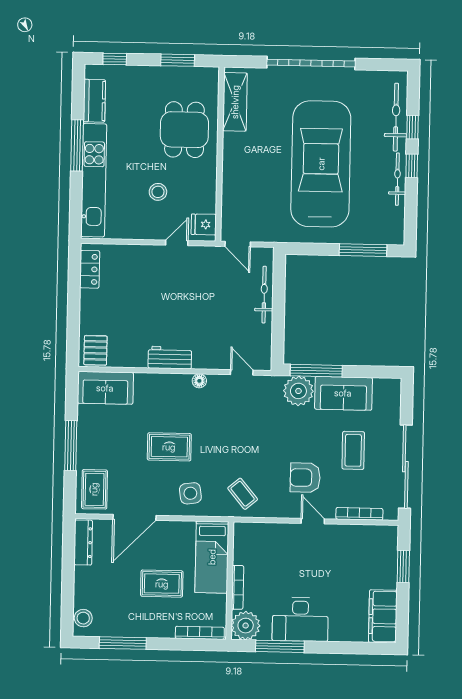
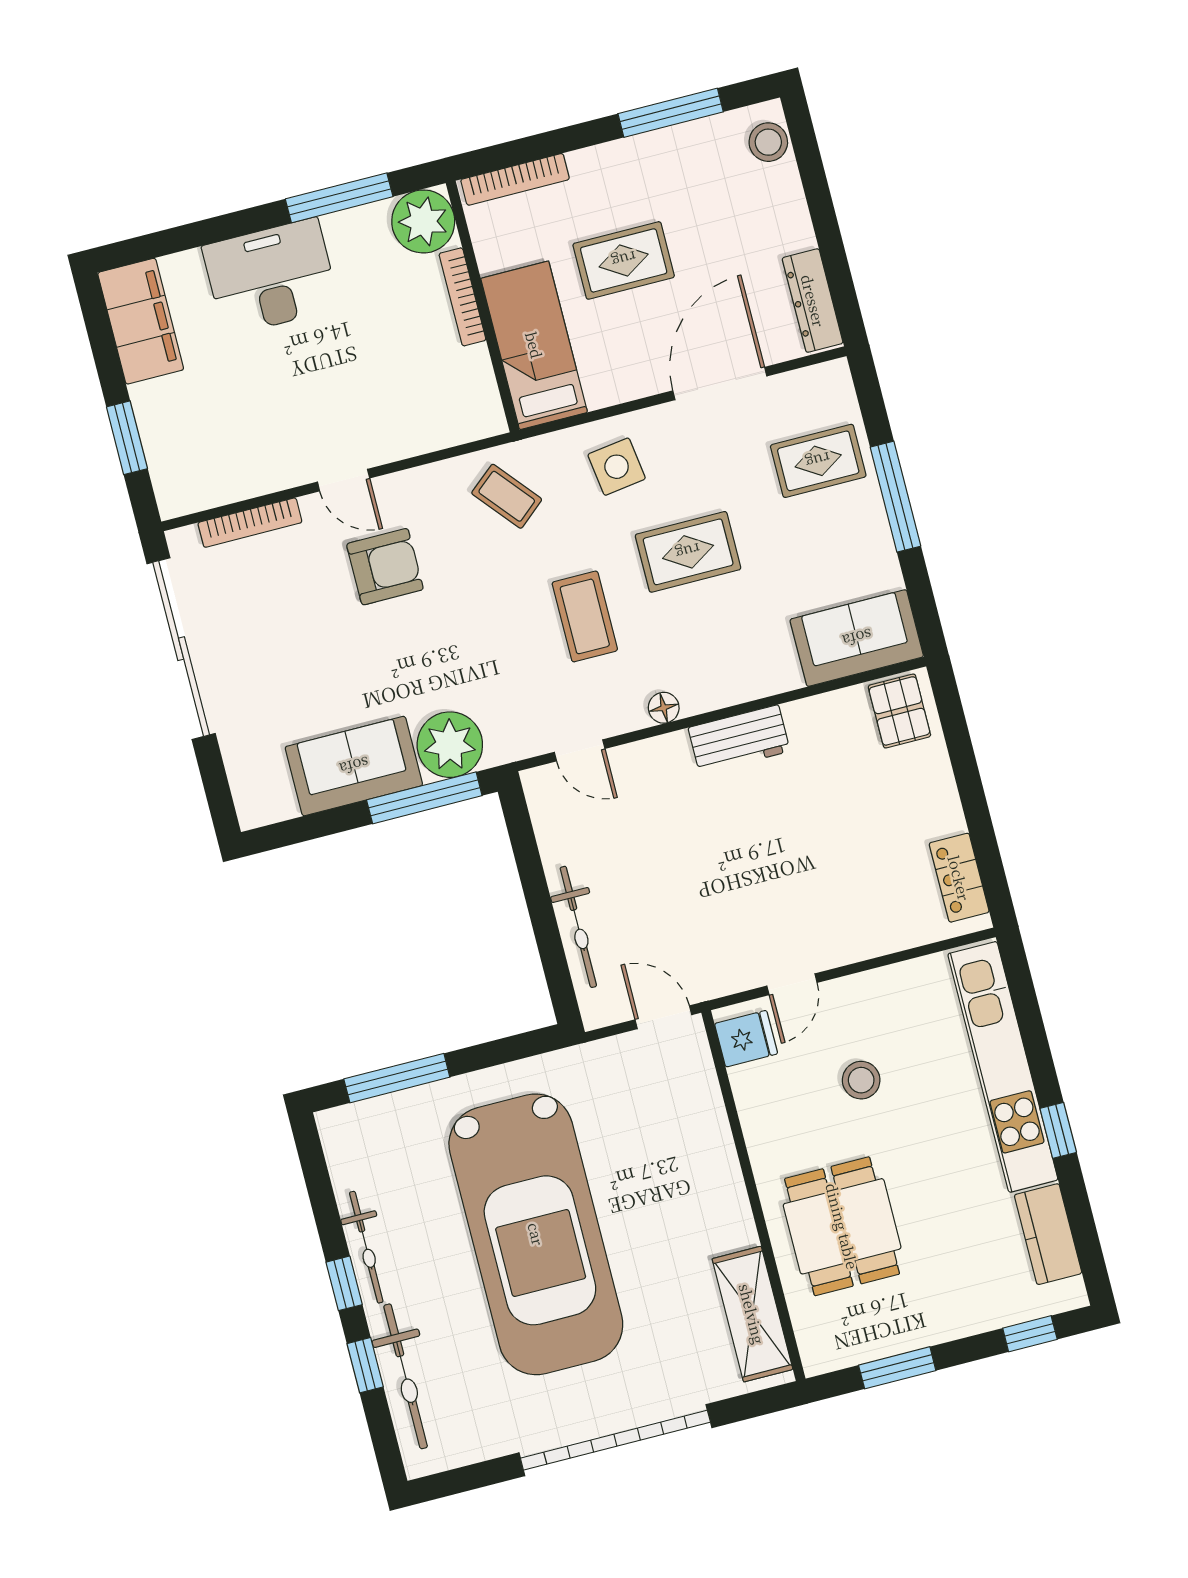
window: (77, 145) -> (1058, 1130), width x0.46
coffee table: (353, 450) -> (585, 616), moved
rug: (94, 489) -> (818, 461), moved, turned 90
desk: (300, 619) -> (271, 277), moved

